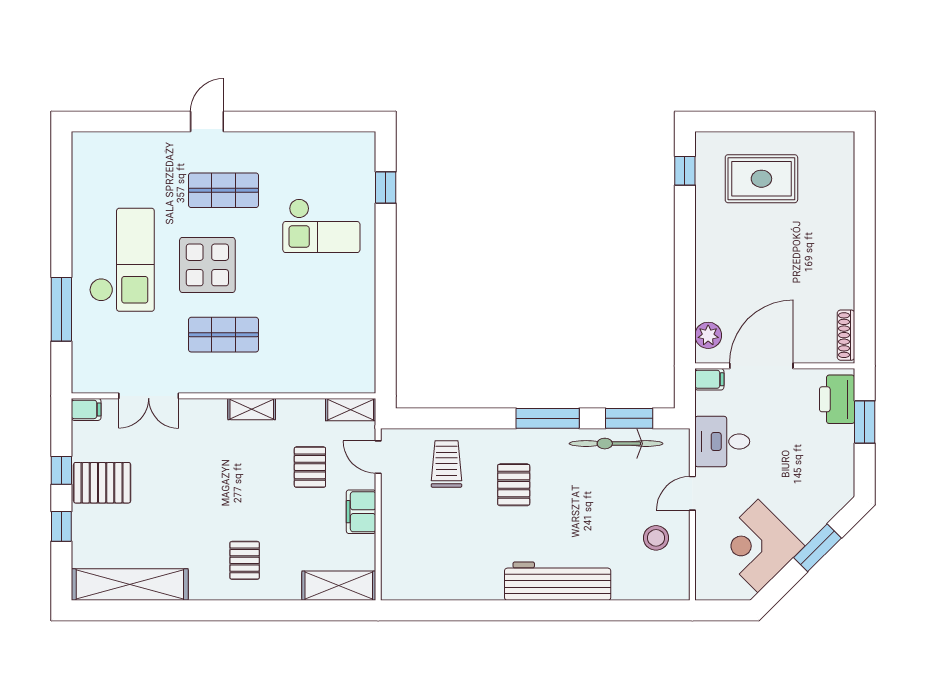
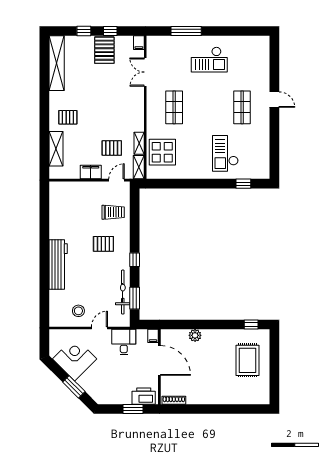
checkout: (122, 260) -> (209, 59), width x0.73, depth x0.83
display table: (207, 265) -> (162, 152), moved
plant: (708, 335) -> (195, 335), moved
shelving: (252, 409) -> (139, 143), moved
window: (548, 418) -> (135, 260), width x0.46
door: (692, 493) -> (99, 328), hinge flipped
shelving: (339, 586) -> (56, 149), moved

